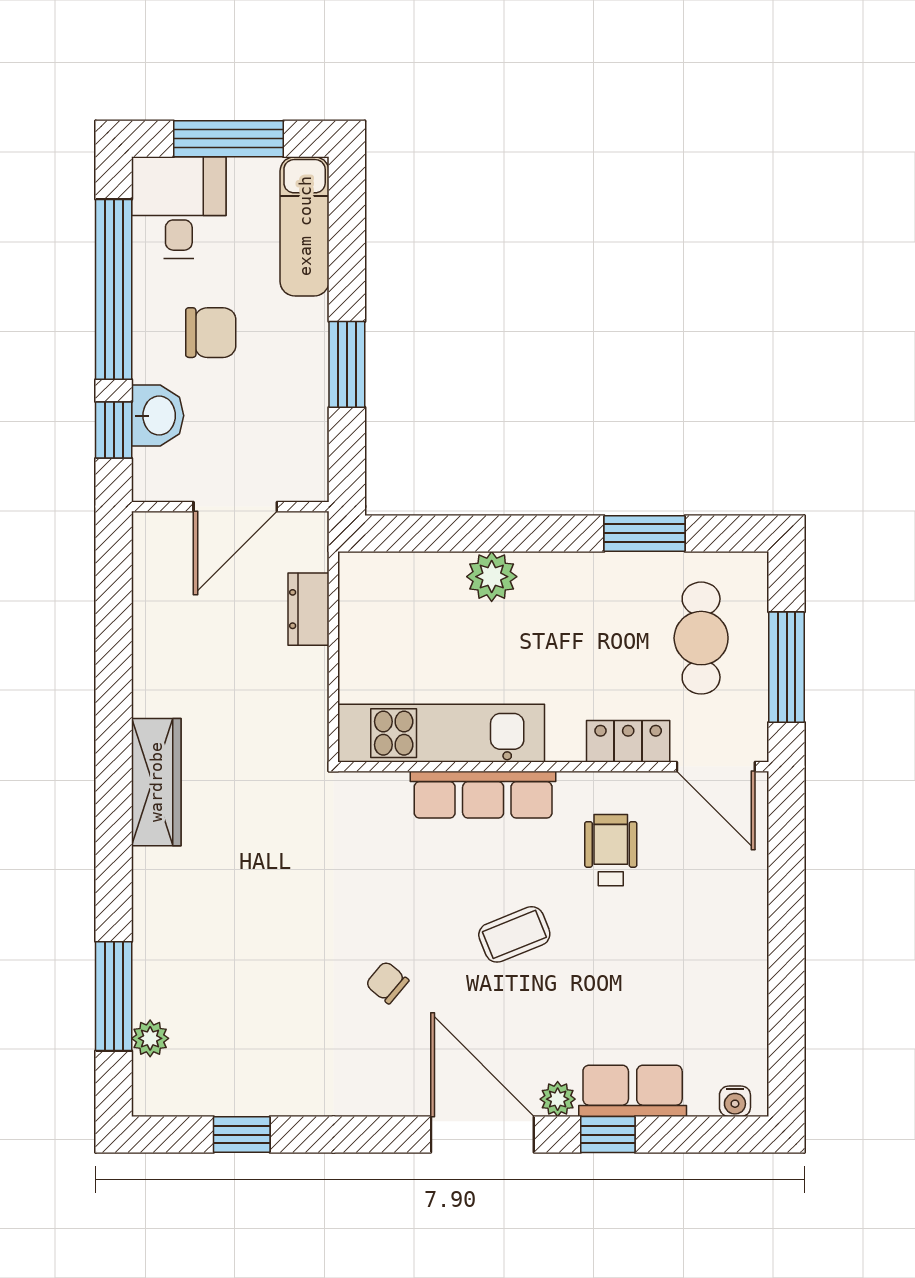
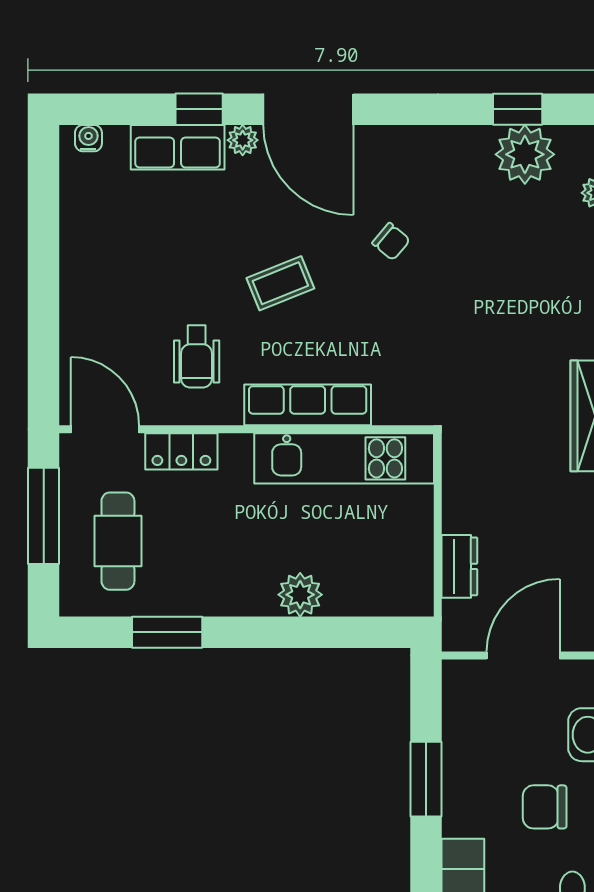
plant: (233, 1083) -> (525, 154), added

